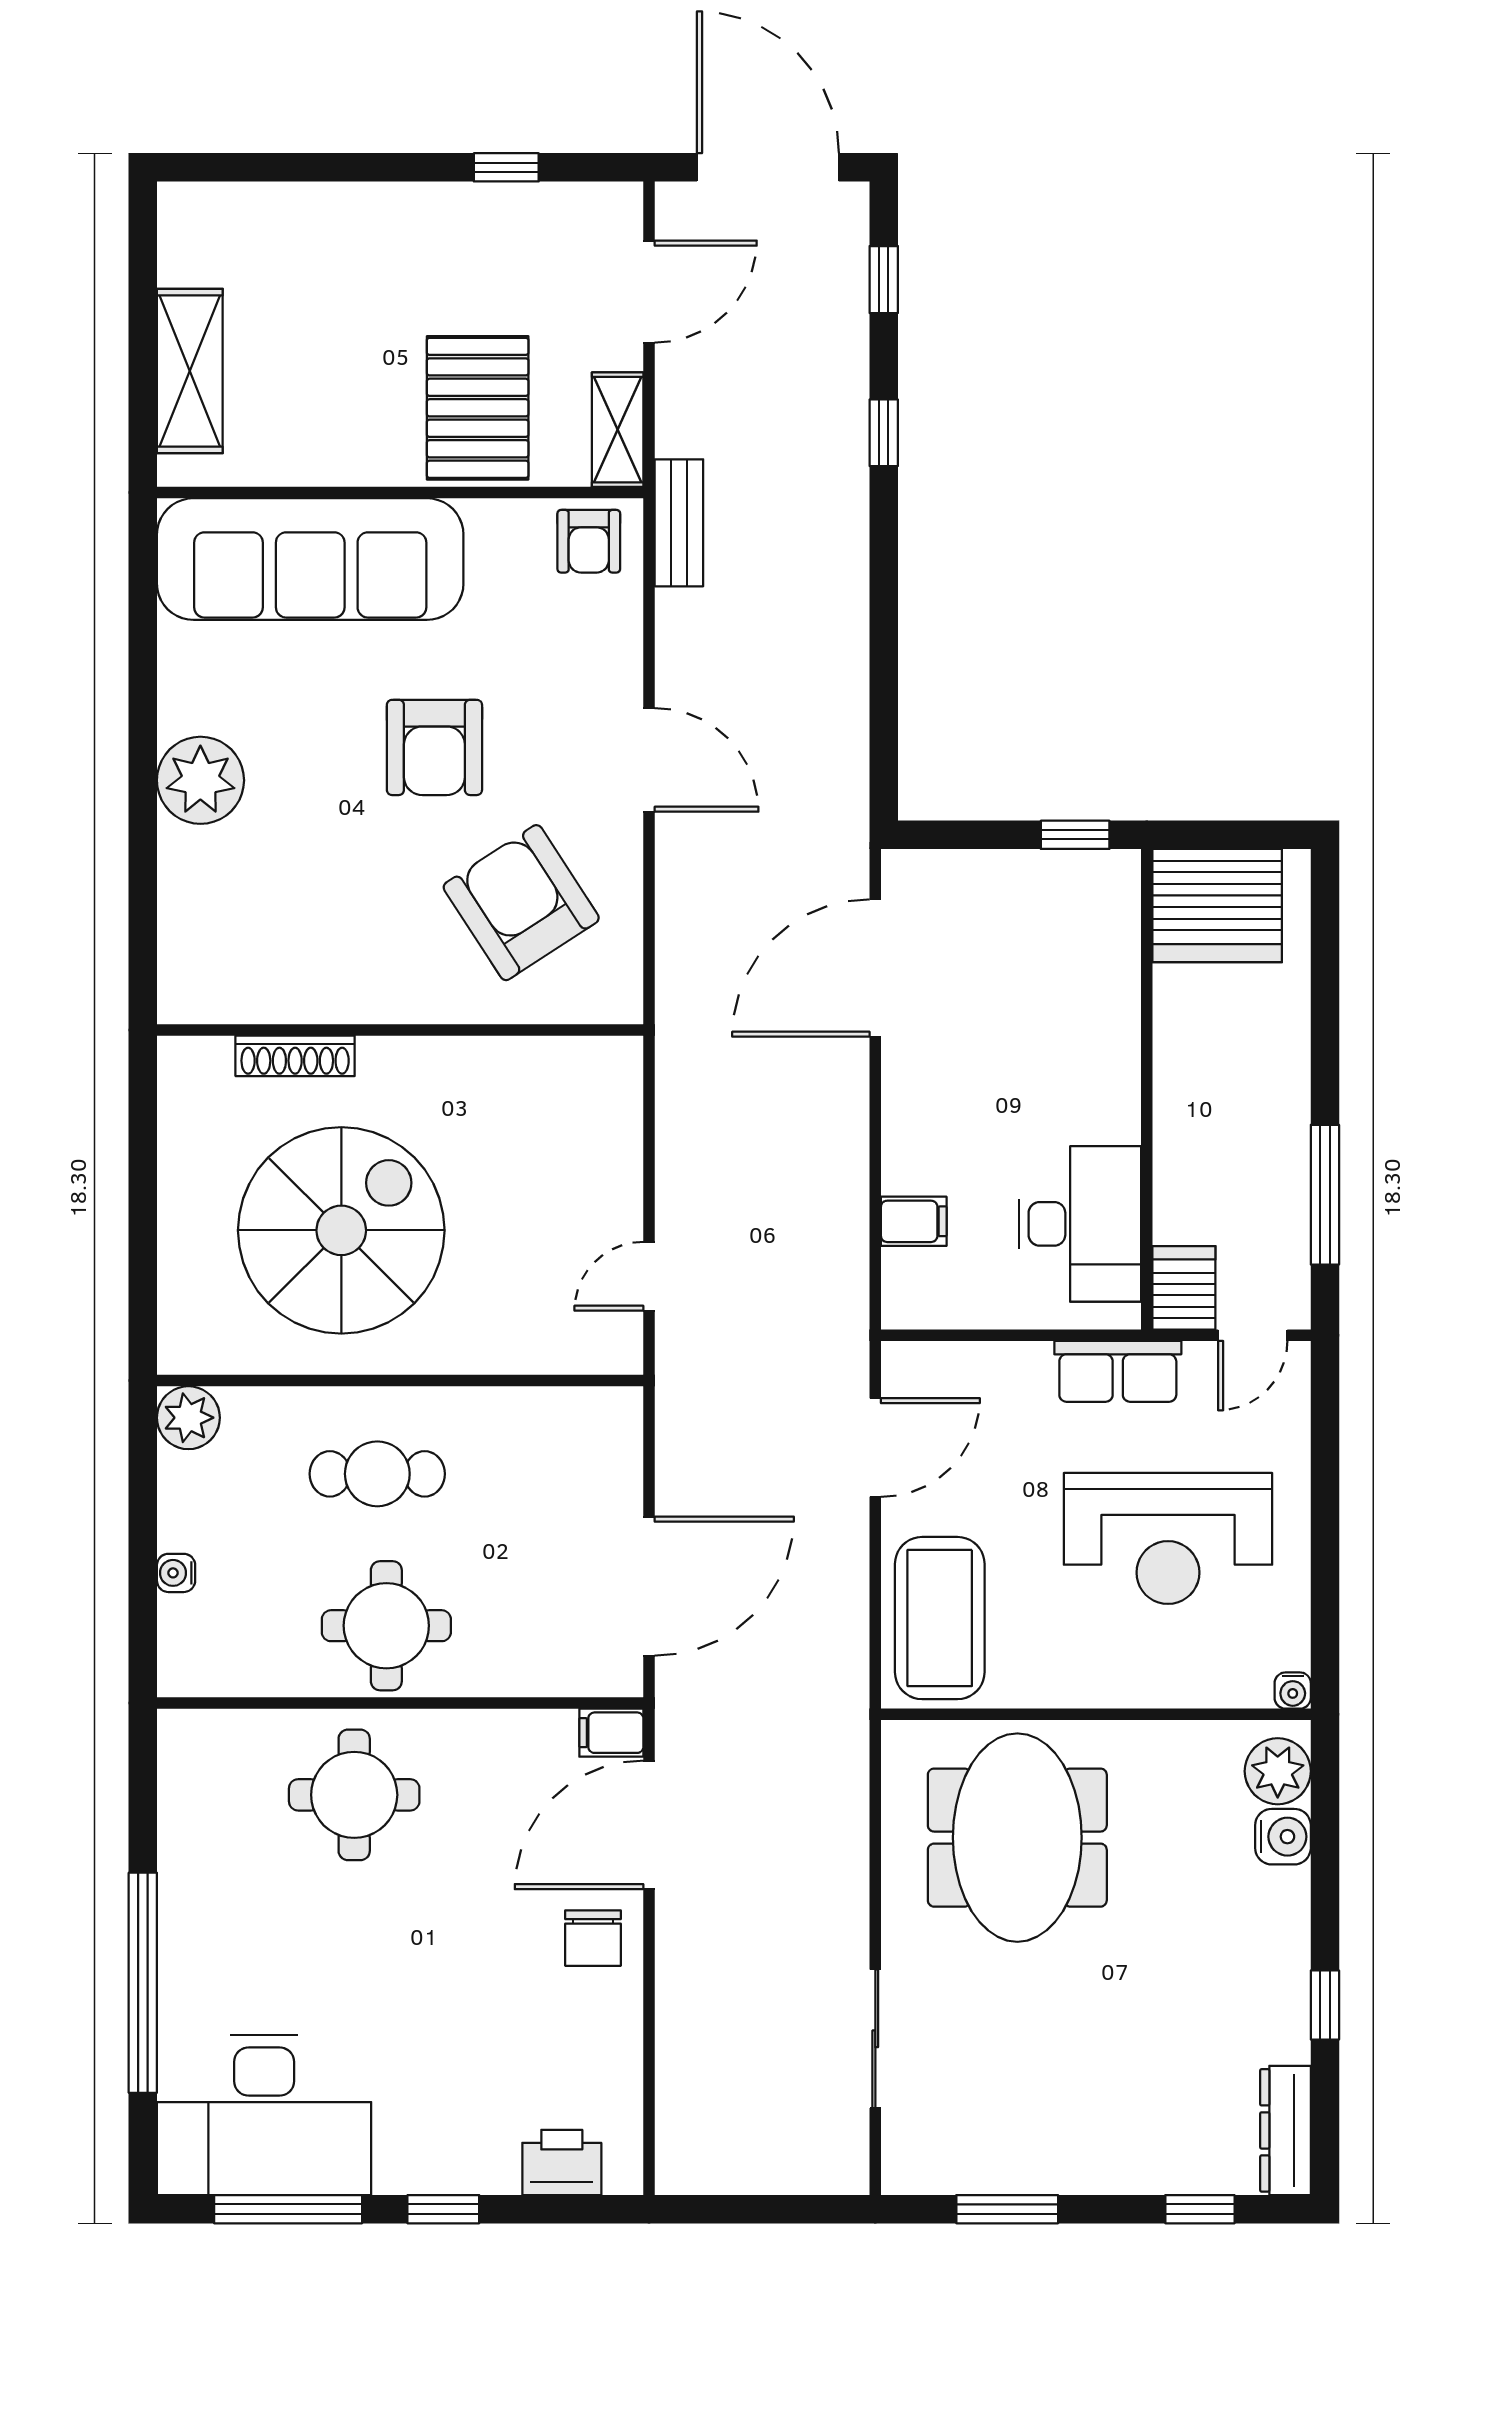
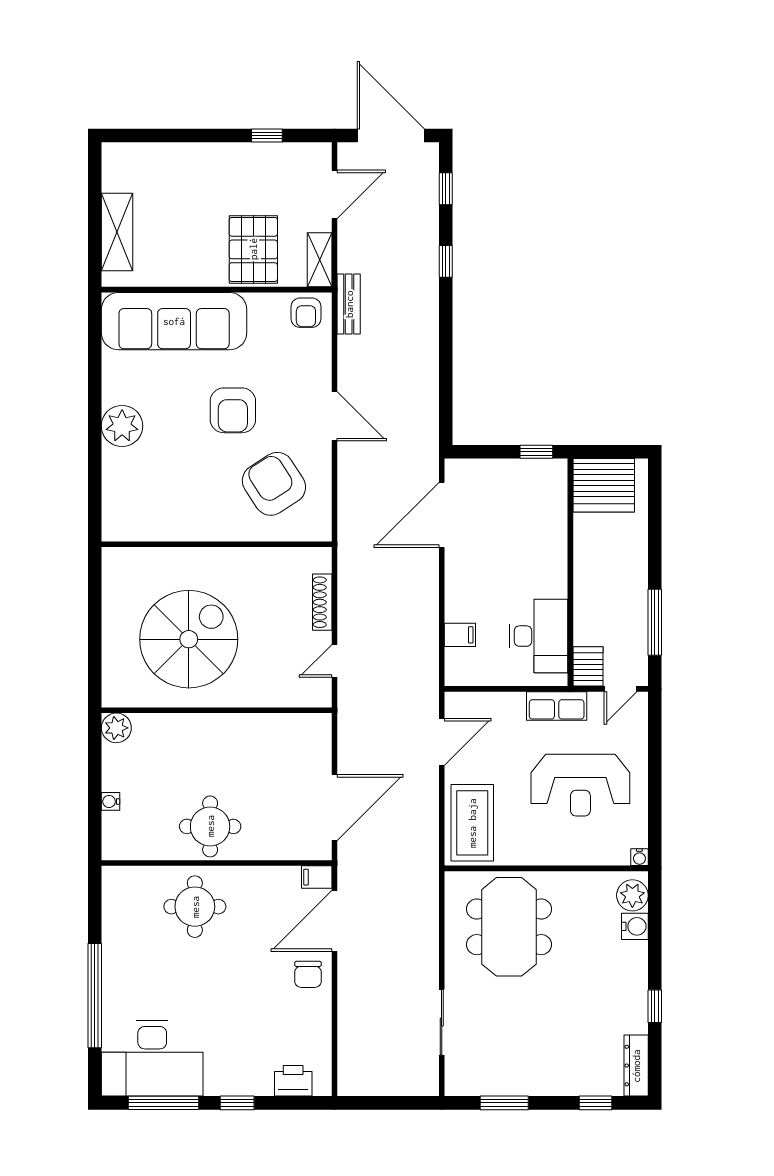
shoe rack: (295, 1056) -> (322, 602), moved, turned 90
cafe table: (377, 1474) -> (206, 755), removed

